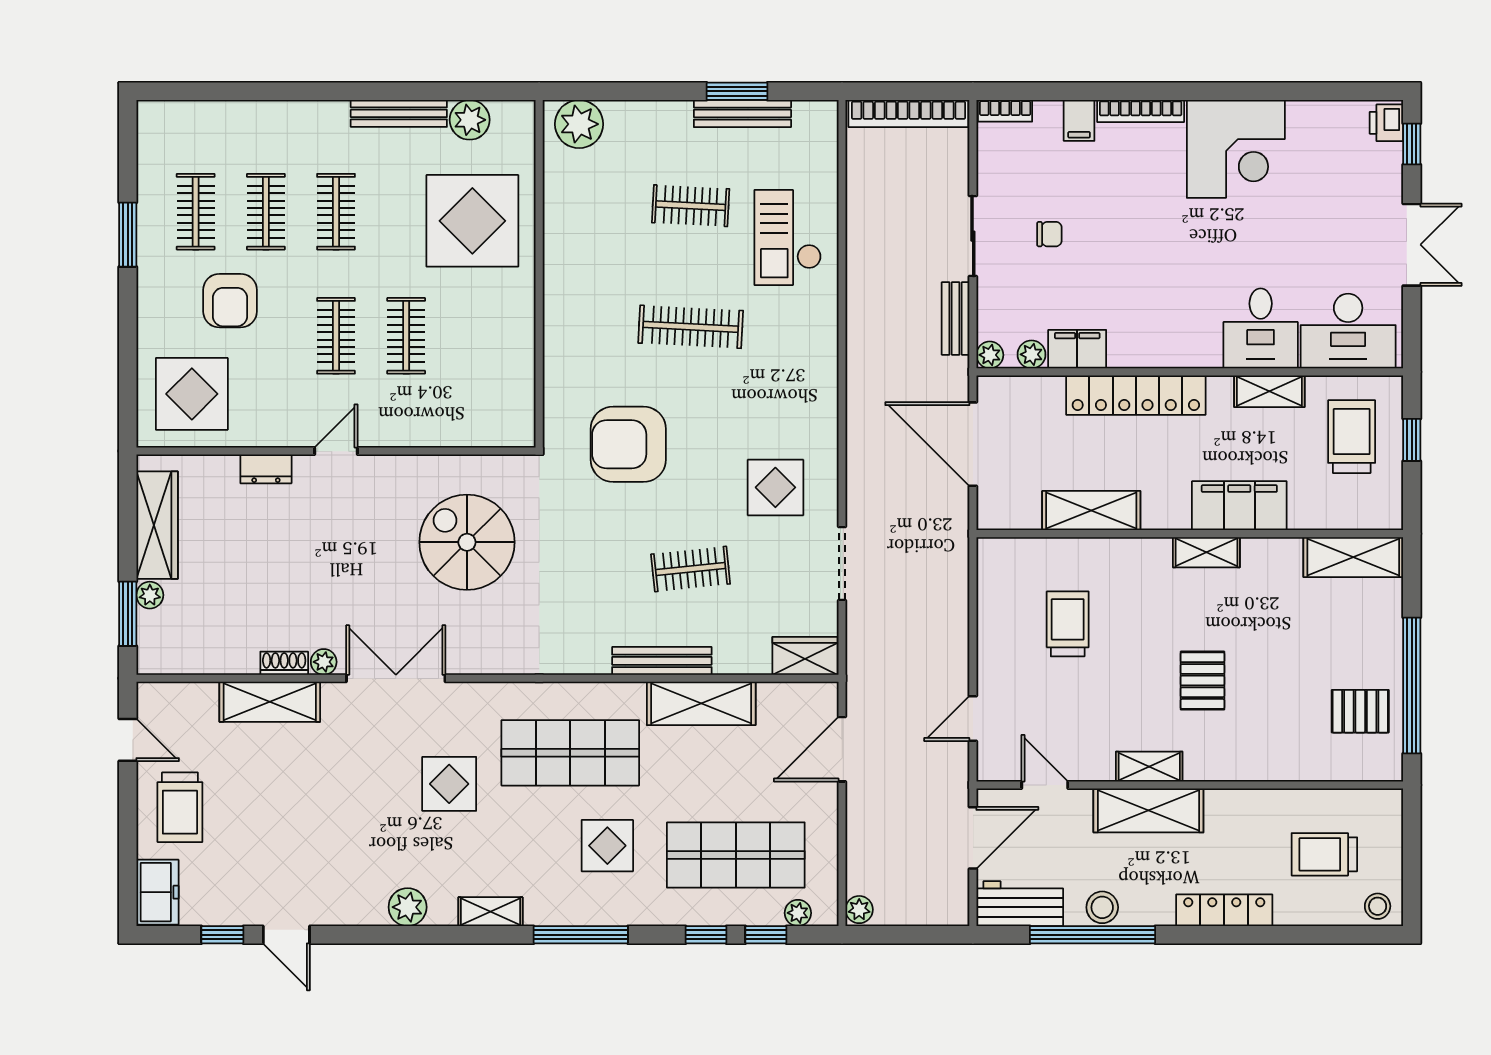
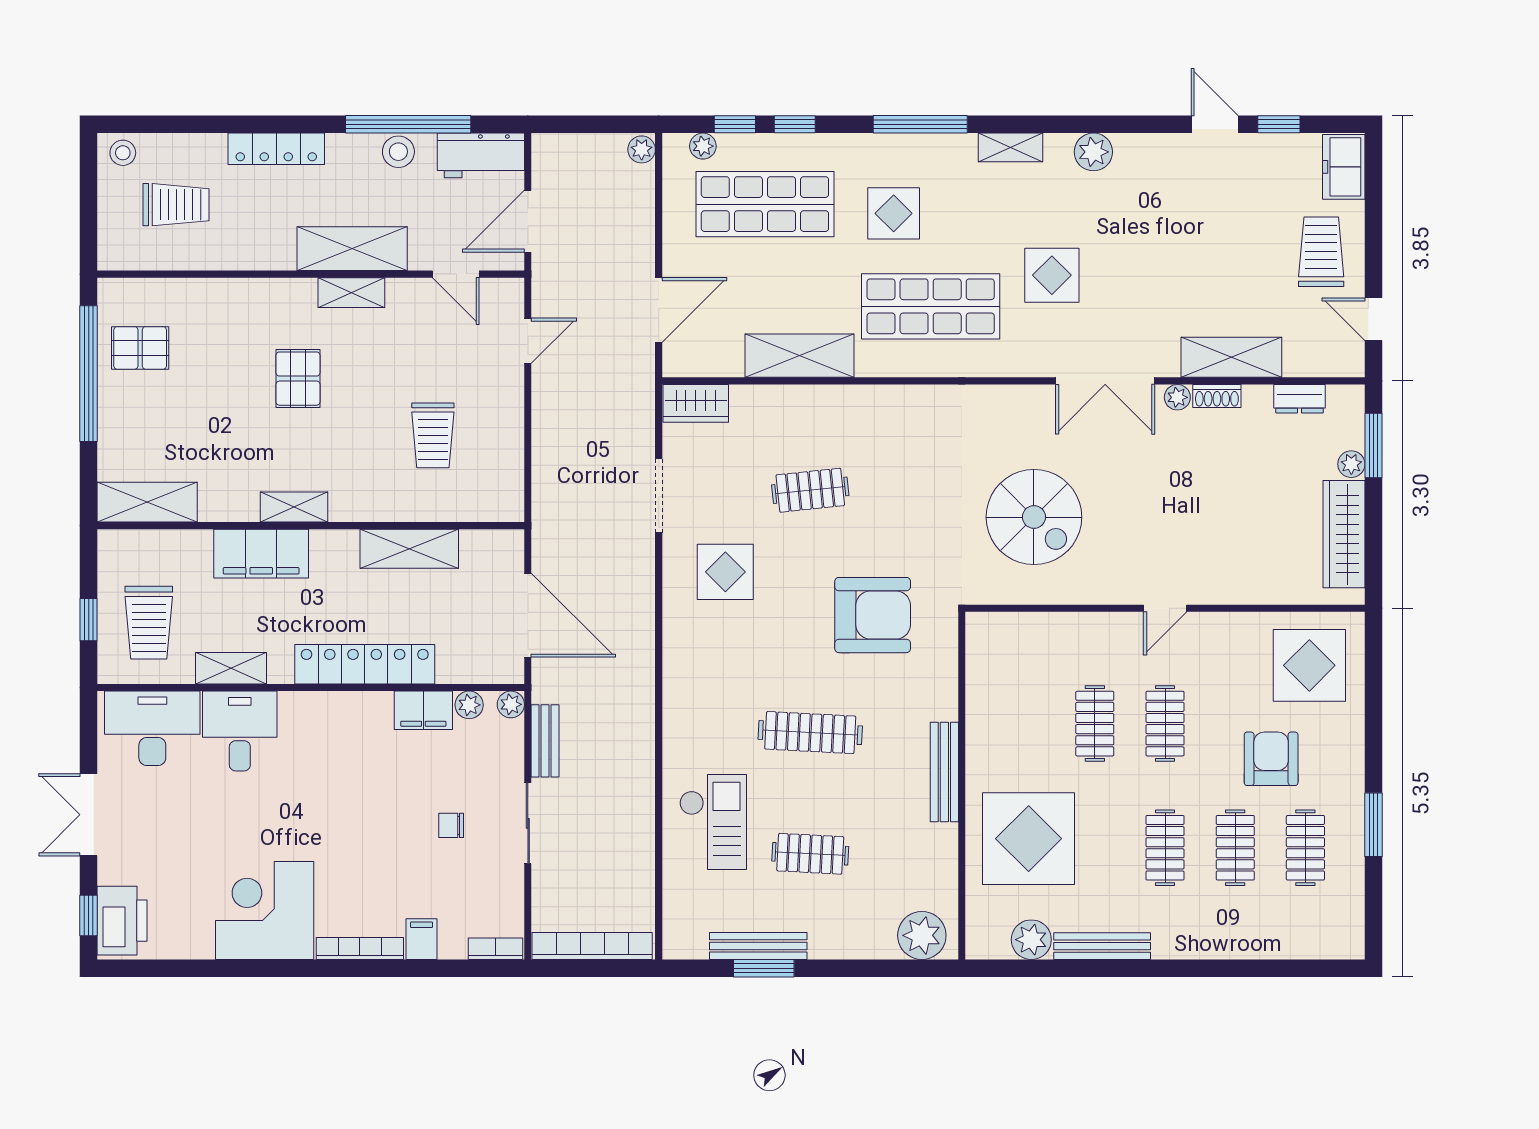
printer: (1386, 123) -> (122, 921), width x1.87, depth x1.48
dresser: (266, 469) -> (1300, 399), moved, turned 180
bench: (662, 661) -> (944, 772), moved, turned 90

